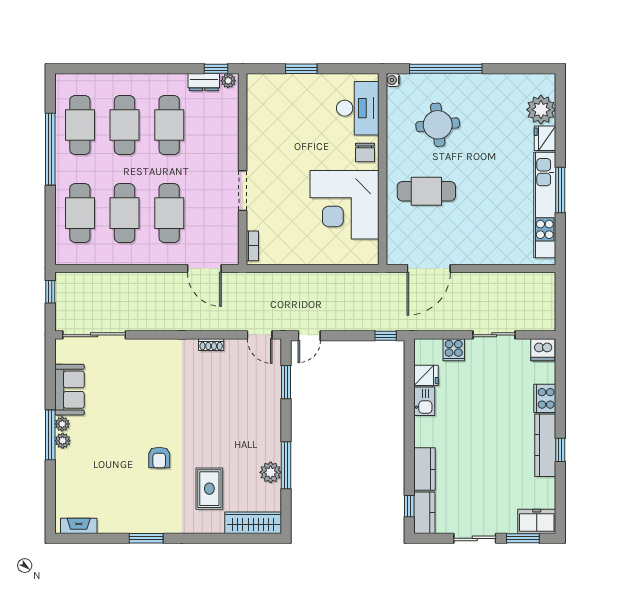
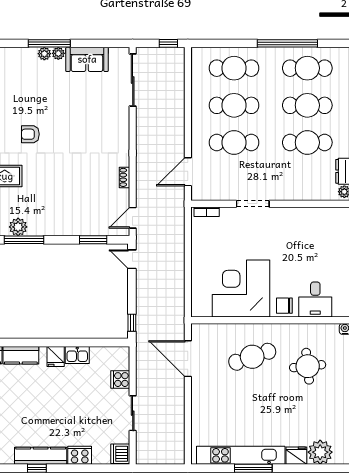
desk: (358, 108) -> (315, 300), width x0.73
cafe table: (426, 191) -> (252, 357), turned 71
fridge: (426, 375) -> (56, 356), moved

